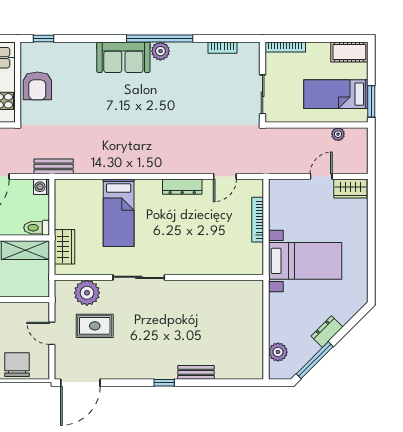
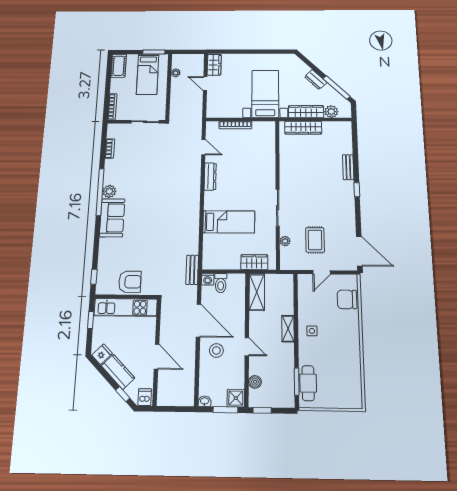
toilet: (37, 228) -> (221, 283), moved
plant: (87, 293) -> (285, 241), width x0.53, depth x0.53
wardrobe: (254, 313) -> (303, 128), added
wardrobe: (278, 317) -> (306, 112), added

